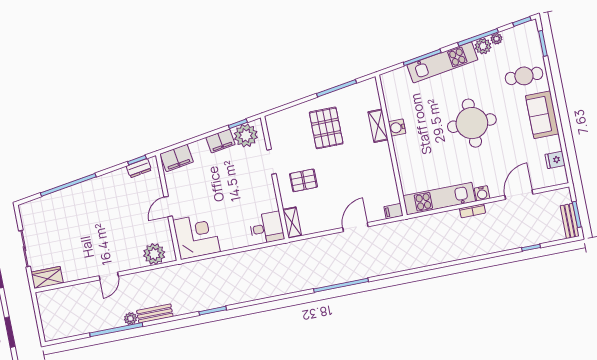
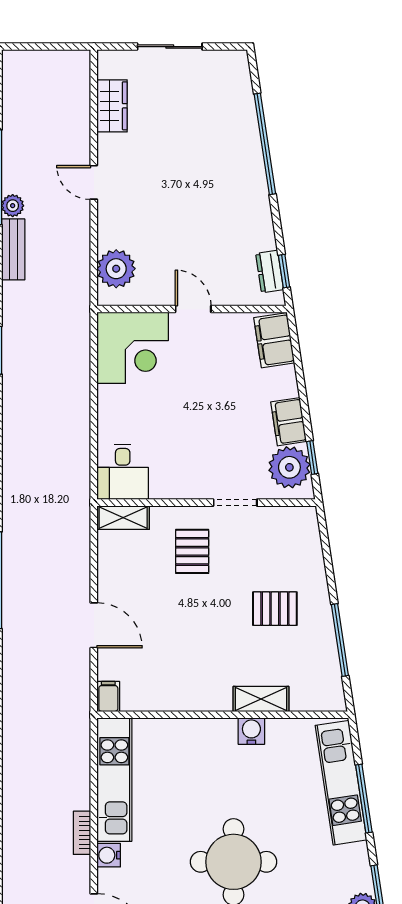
kitchen unit: (442, 62) -> (341, 783), moved
pallet: (326, 128) -> (275, 609), width x0.67, depth x0.71
wardrobe: (47, 278) -> (112, 106), moved

